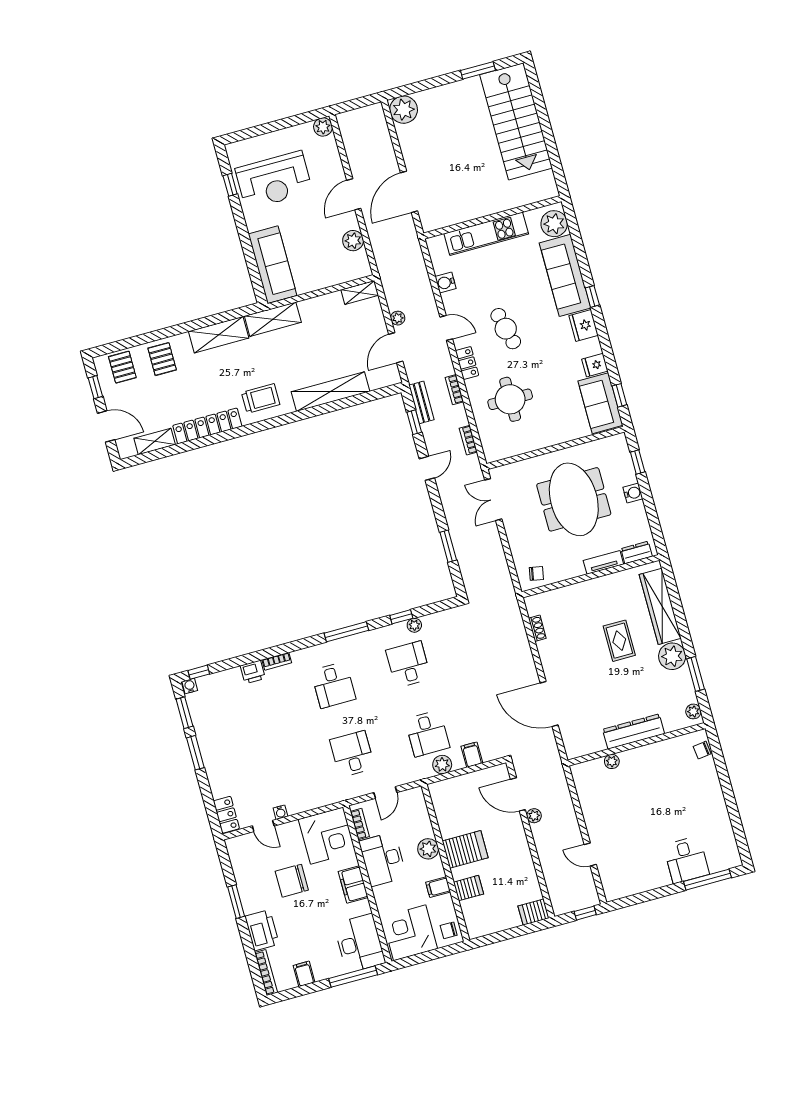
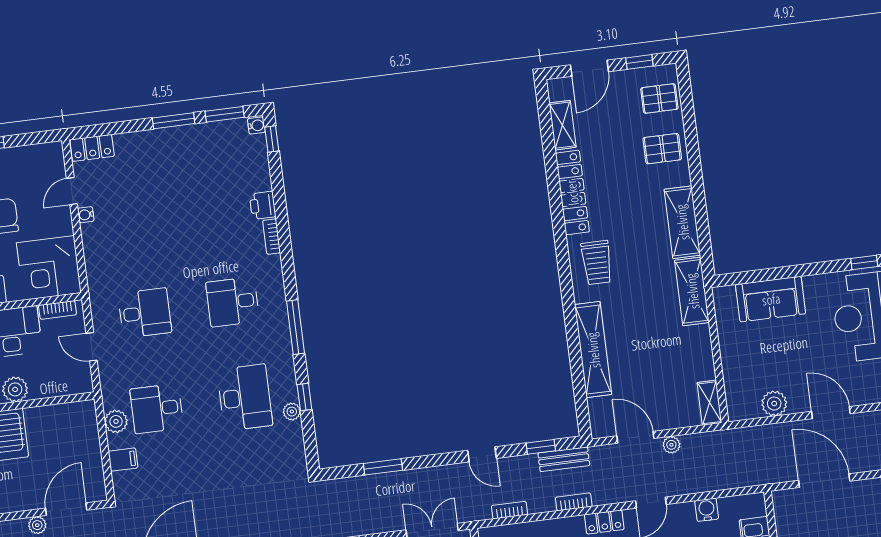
sofa: (273, 265) -> (771, 299), width x0.73
desk: (408, 664) -> (245, 397), width x1.37

